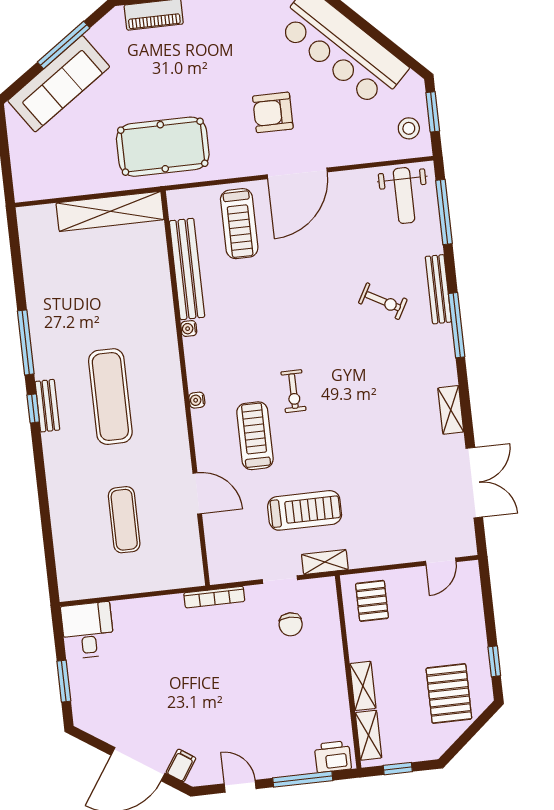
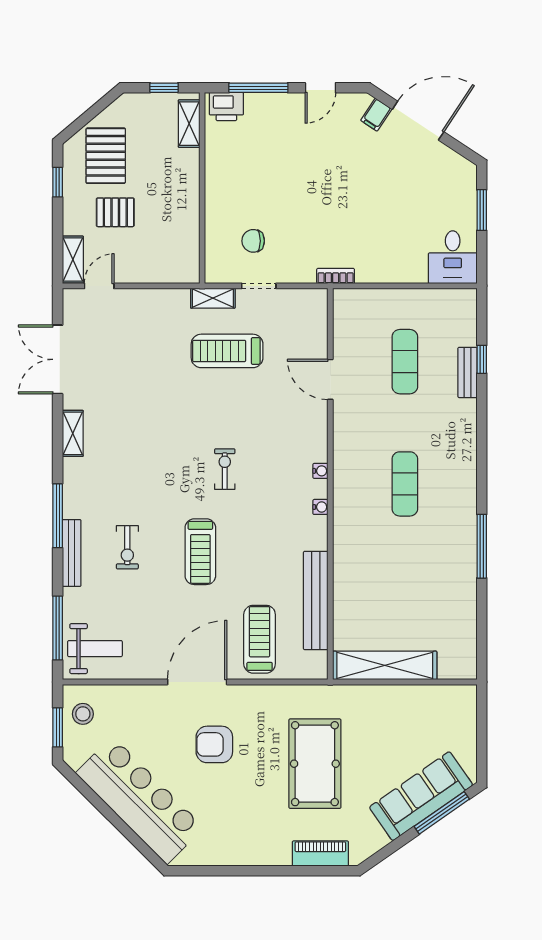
window: (64, 45) -> (442, 813), moved
armchair: (273, 112) -> (214, 744), turned 180
pool table: (163, 147) -> (315, 764), moved, turned 90
weight bench: (404, 196) -> (95, 649), turned 90
exercise bike: (383, 301) -> (127, 547), turned -119
water cooler: (189, 329) -> (320, 507), moved
exercise mat: (110, 397) -> (405, 484), width x0.73, depth x0.69
bench: (47, 406) -> (467, 372), moved
window: (33, 408) -> (482, 359), moved
treadmill: (255, 436) -> (200, 552), moved
bookcase: (214, 597) -> (336, 276), width x0.64
pallet: (372, 601) -> (115, 212), moved, turned 90
chair: (291, 624) -> (253, 241), turned -90
shelving: (363, 686) -> (73, 260), moved
door: (240, 786) -> (320, 88), hinge flipped

